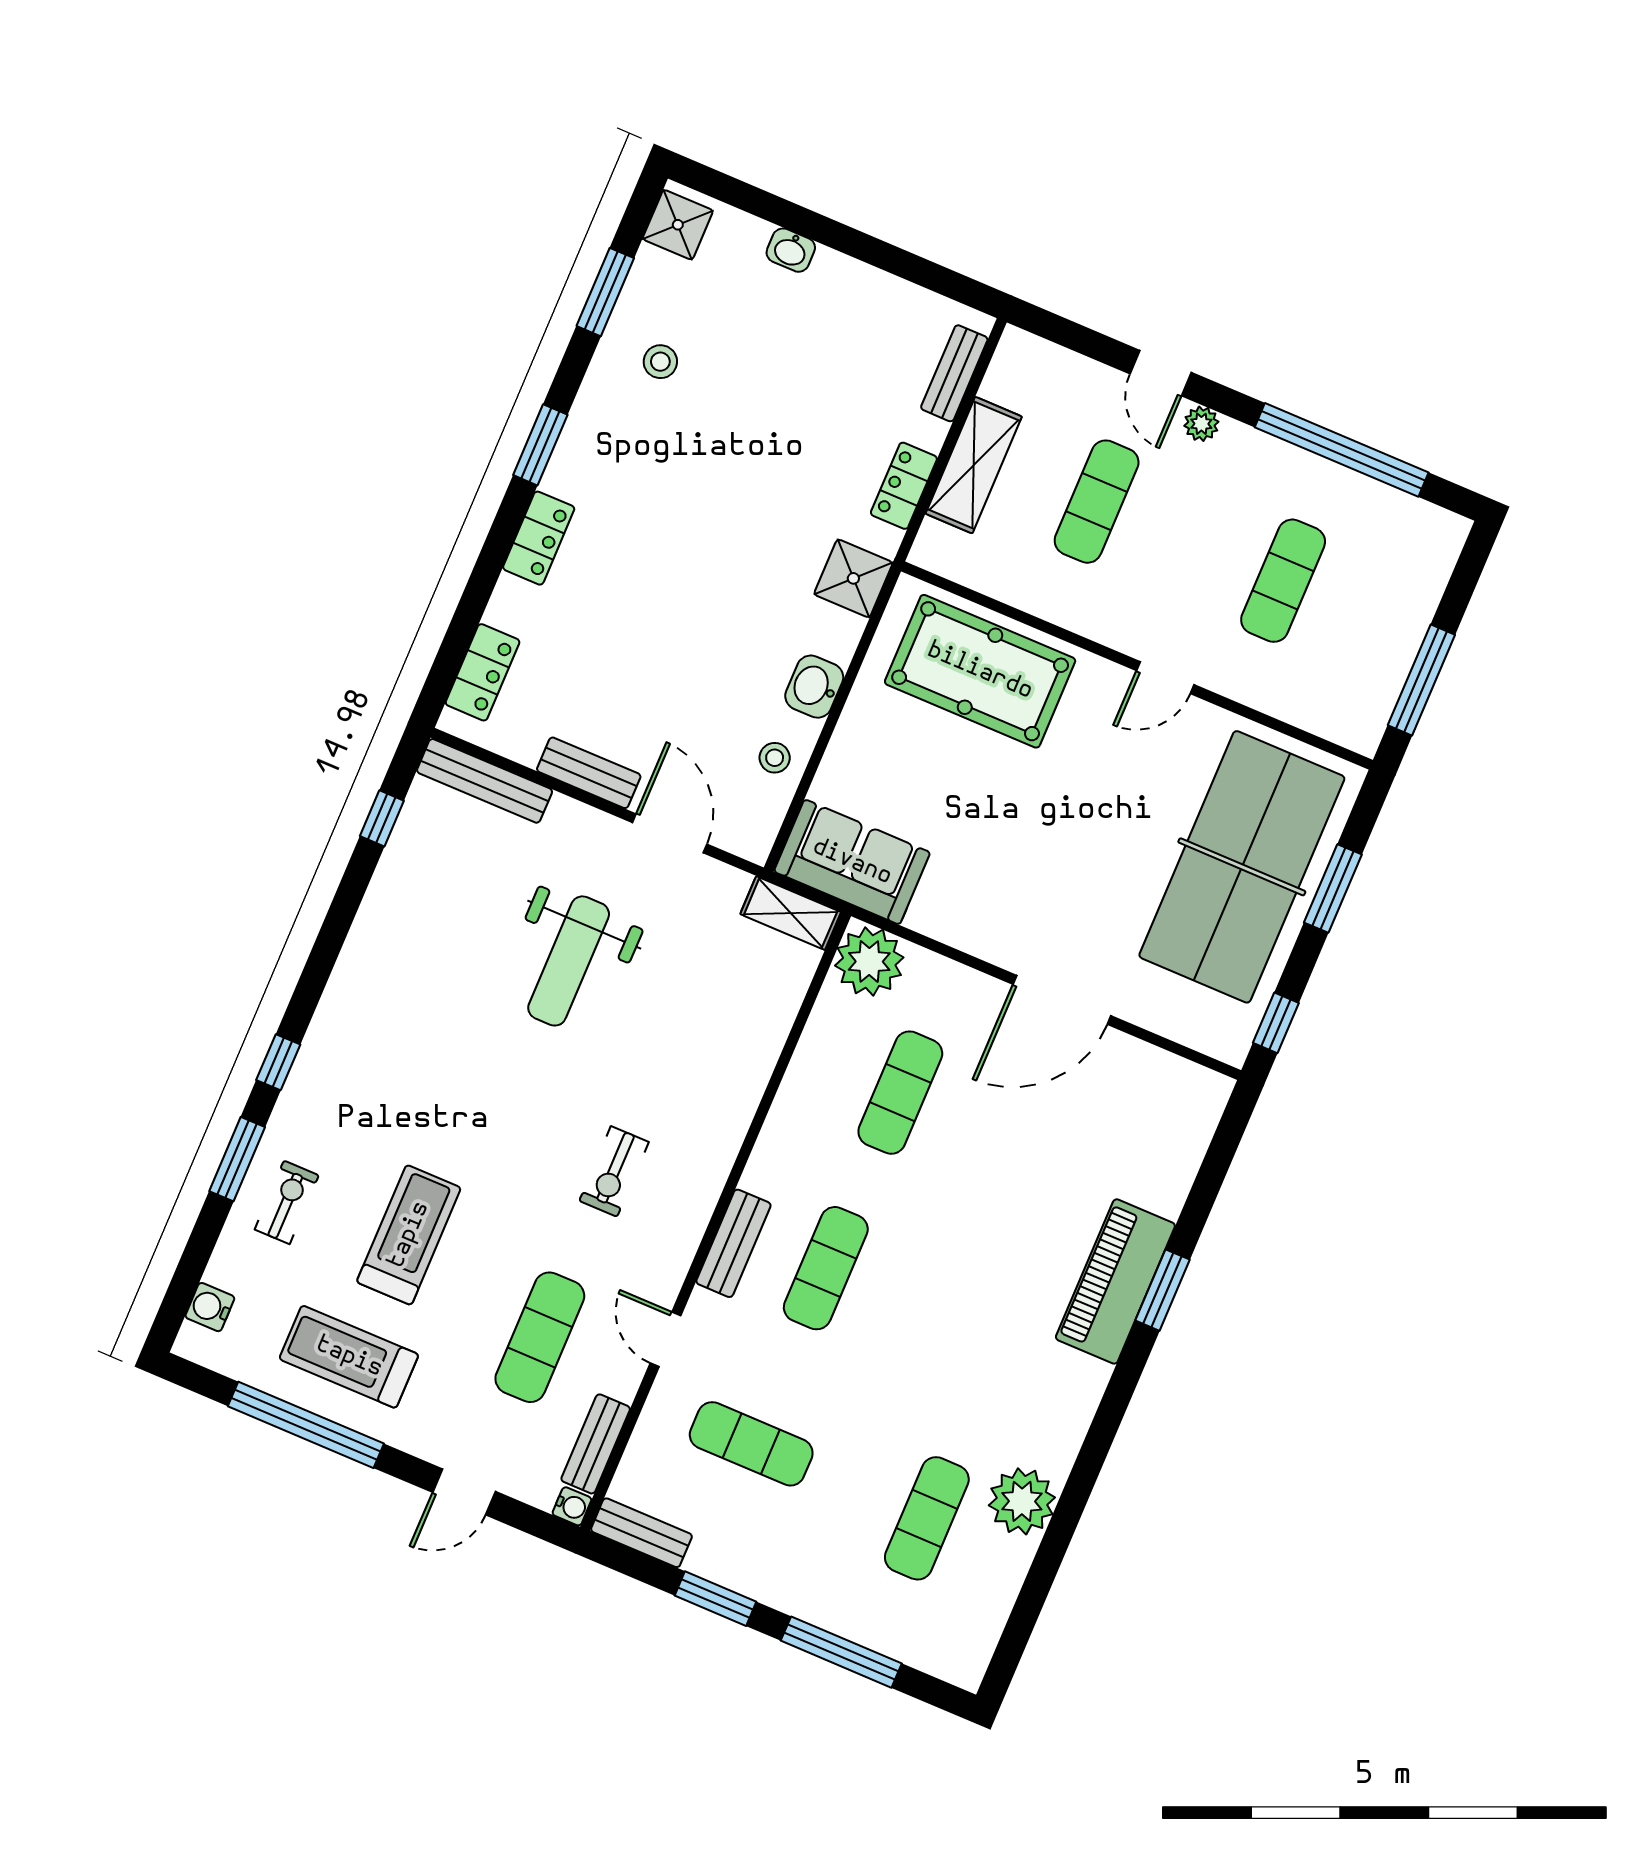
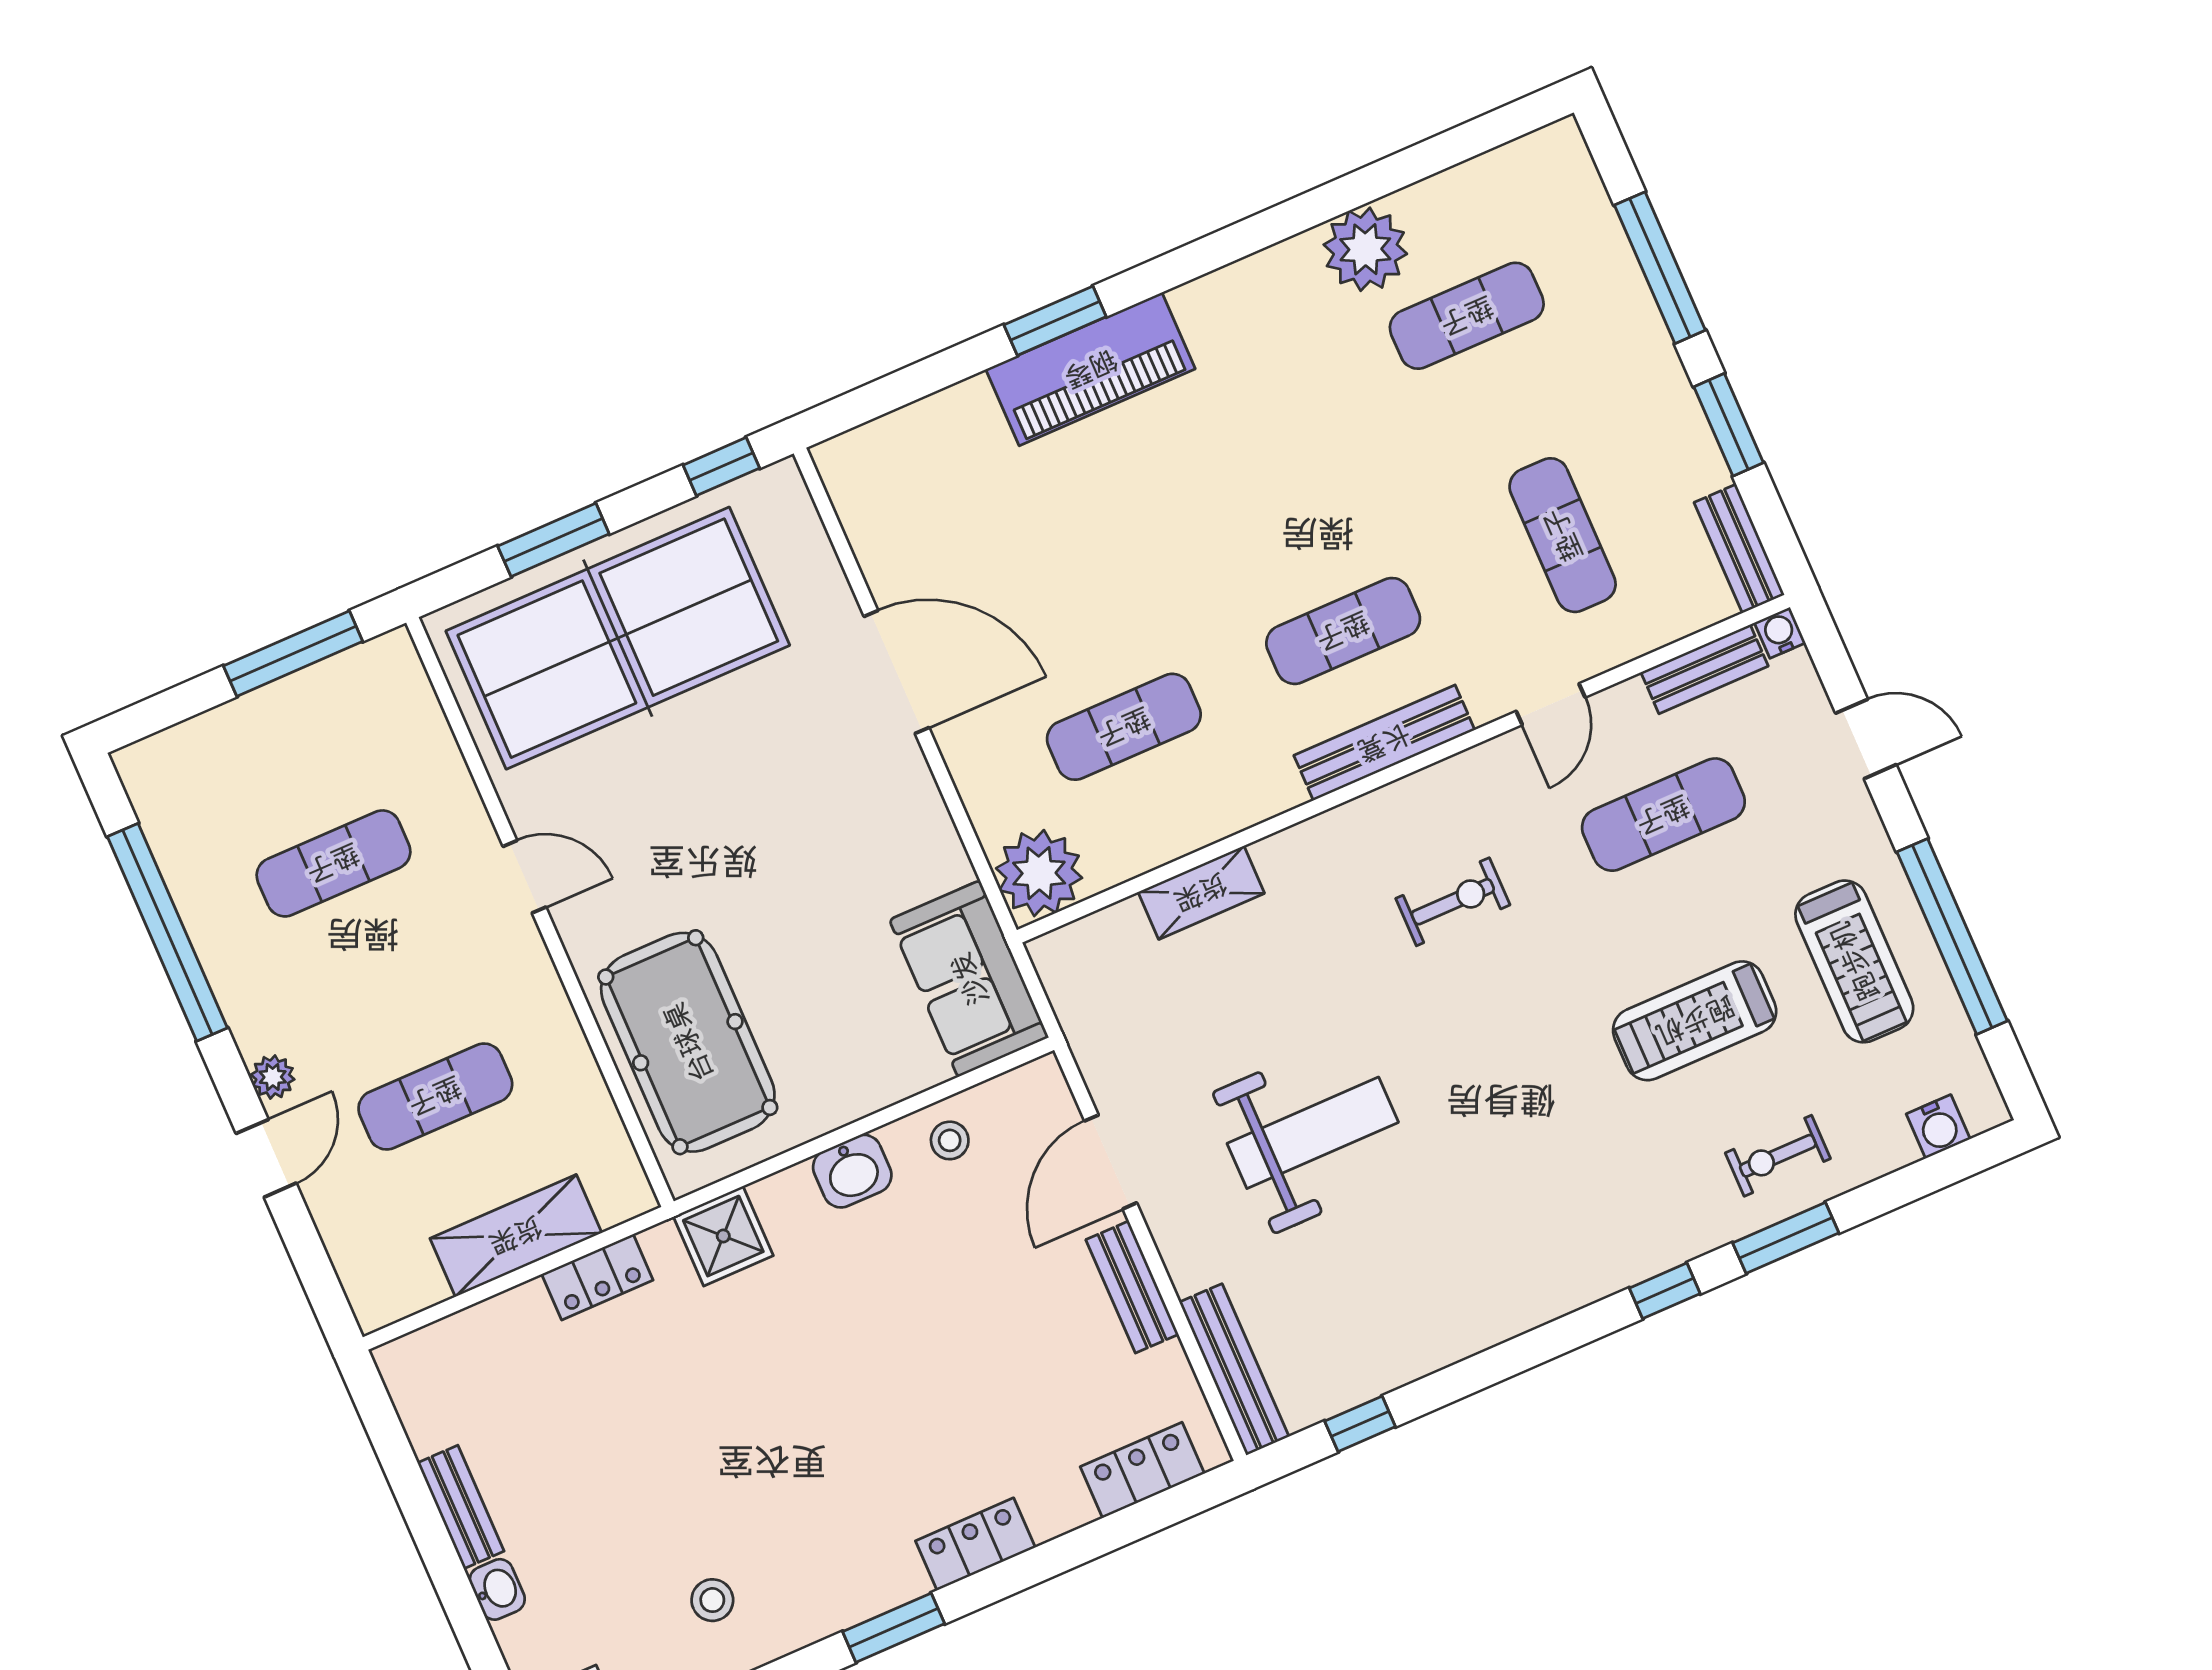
bench: (954, 373) -> (461, 1507), moved, turned 90
shelving: (791, 913) -> (1201, 893), moved, turned 90
bench: (733, 1243) -> (1384, 743), width x1.36

